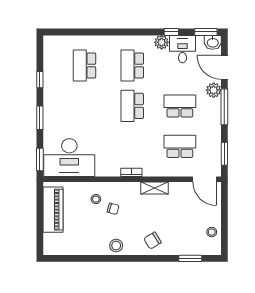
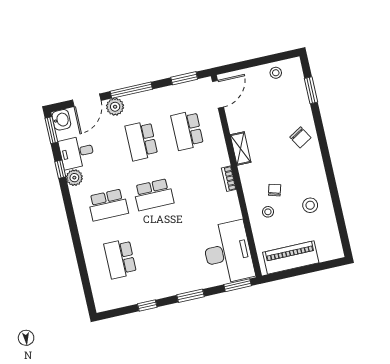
school desk: (84, 66) -> (120, 259), turned 90
stool: (116, 245) -> (310, 205), moved

